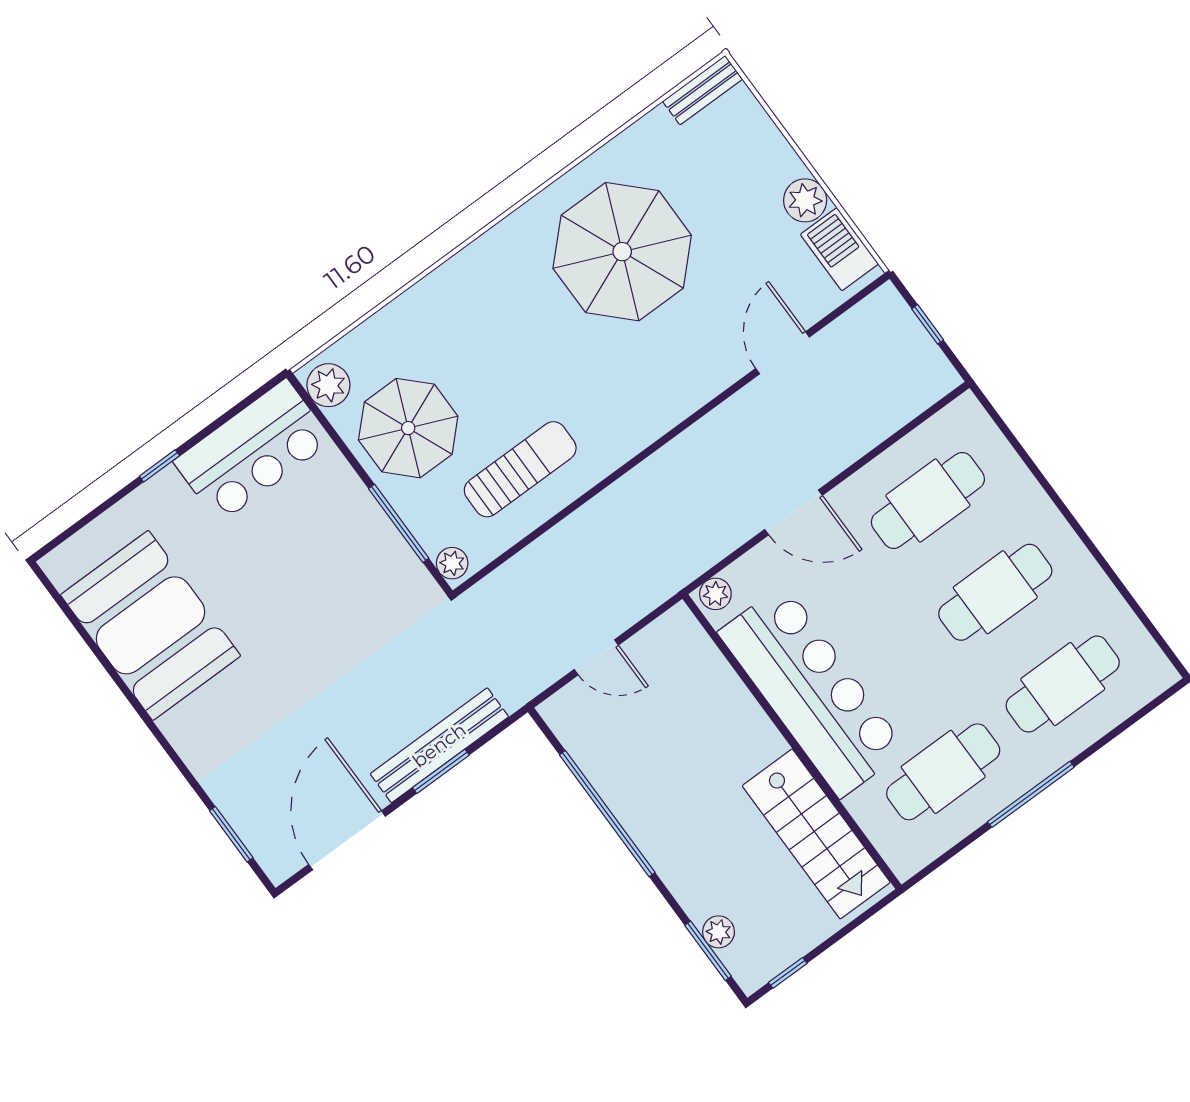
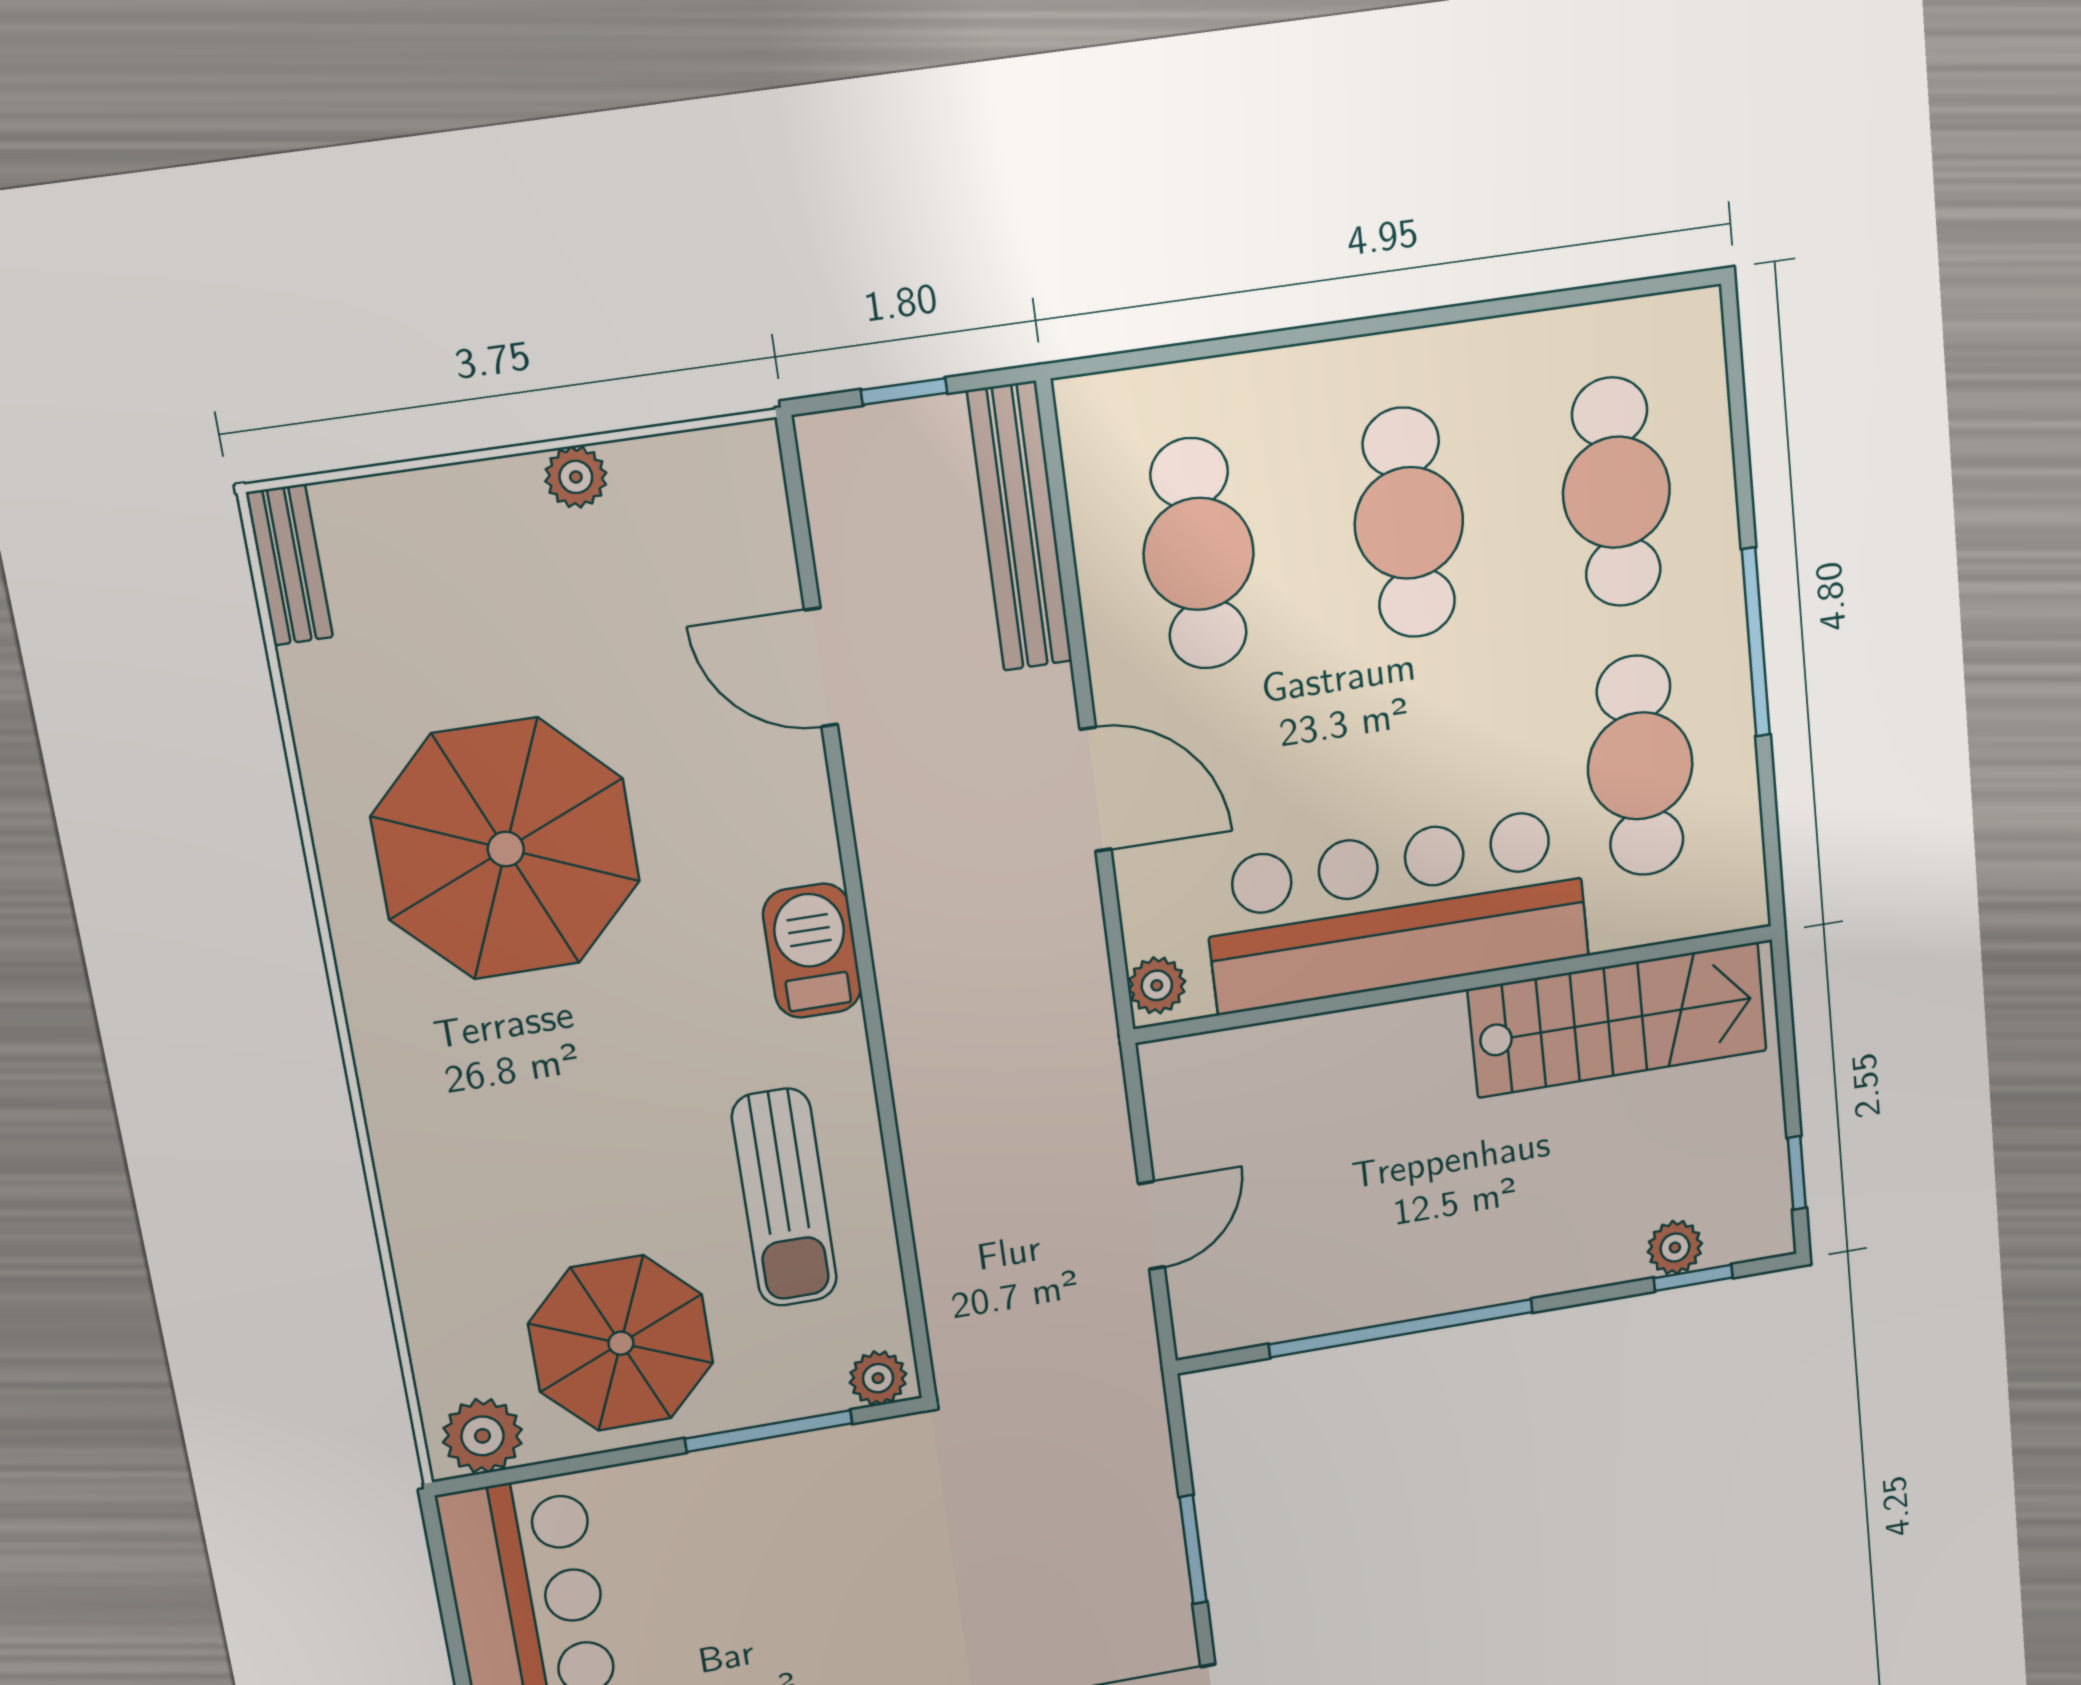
plant: (805, 200) -> (576, 477), width x0.73, depth x0.73
barbecue: (839, 249) -> (812, 951), moved, turned 90
sun lounger: (520, 469) -> (784, 1198), turned 180
door: (793, 512) -> (1096, 789), hinge flipped
bench: (439, 745) -> (1020, 527), moved
window: (708, 951) -> (1693, 1278), width x0.67

